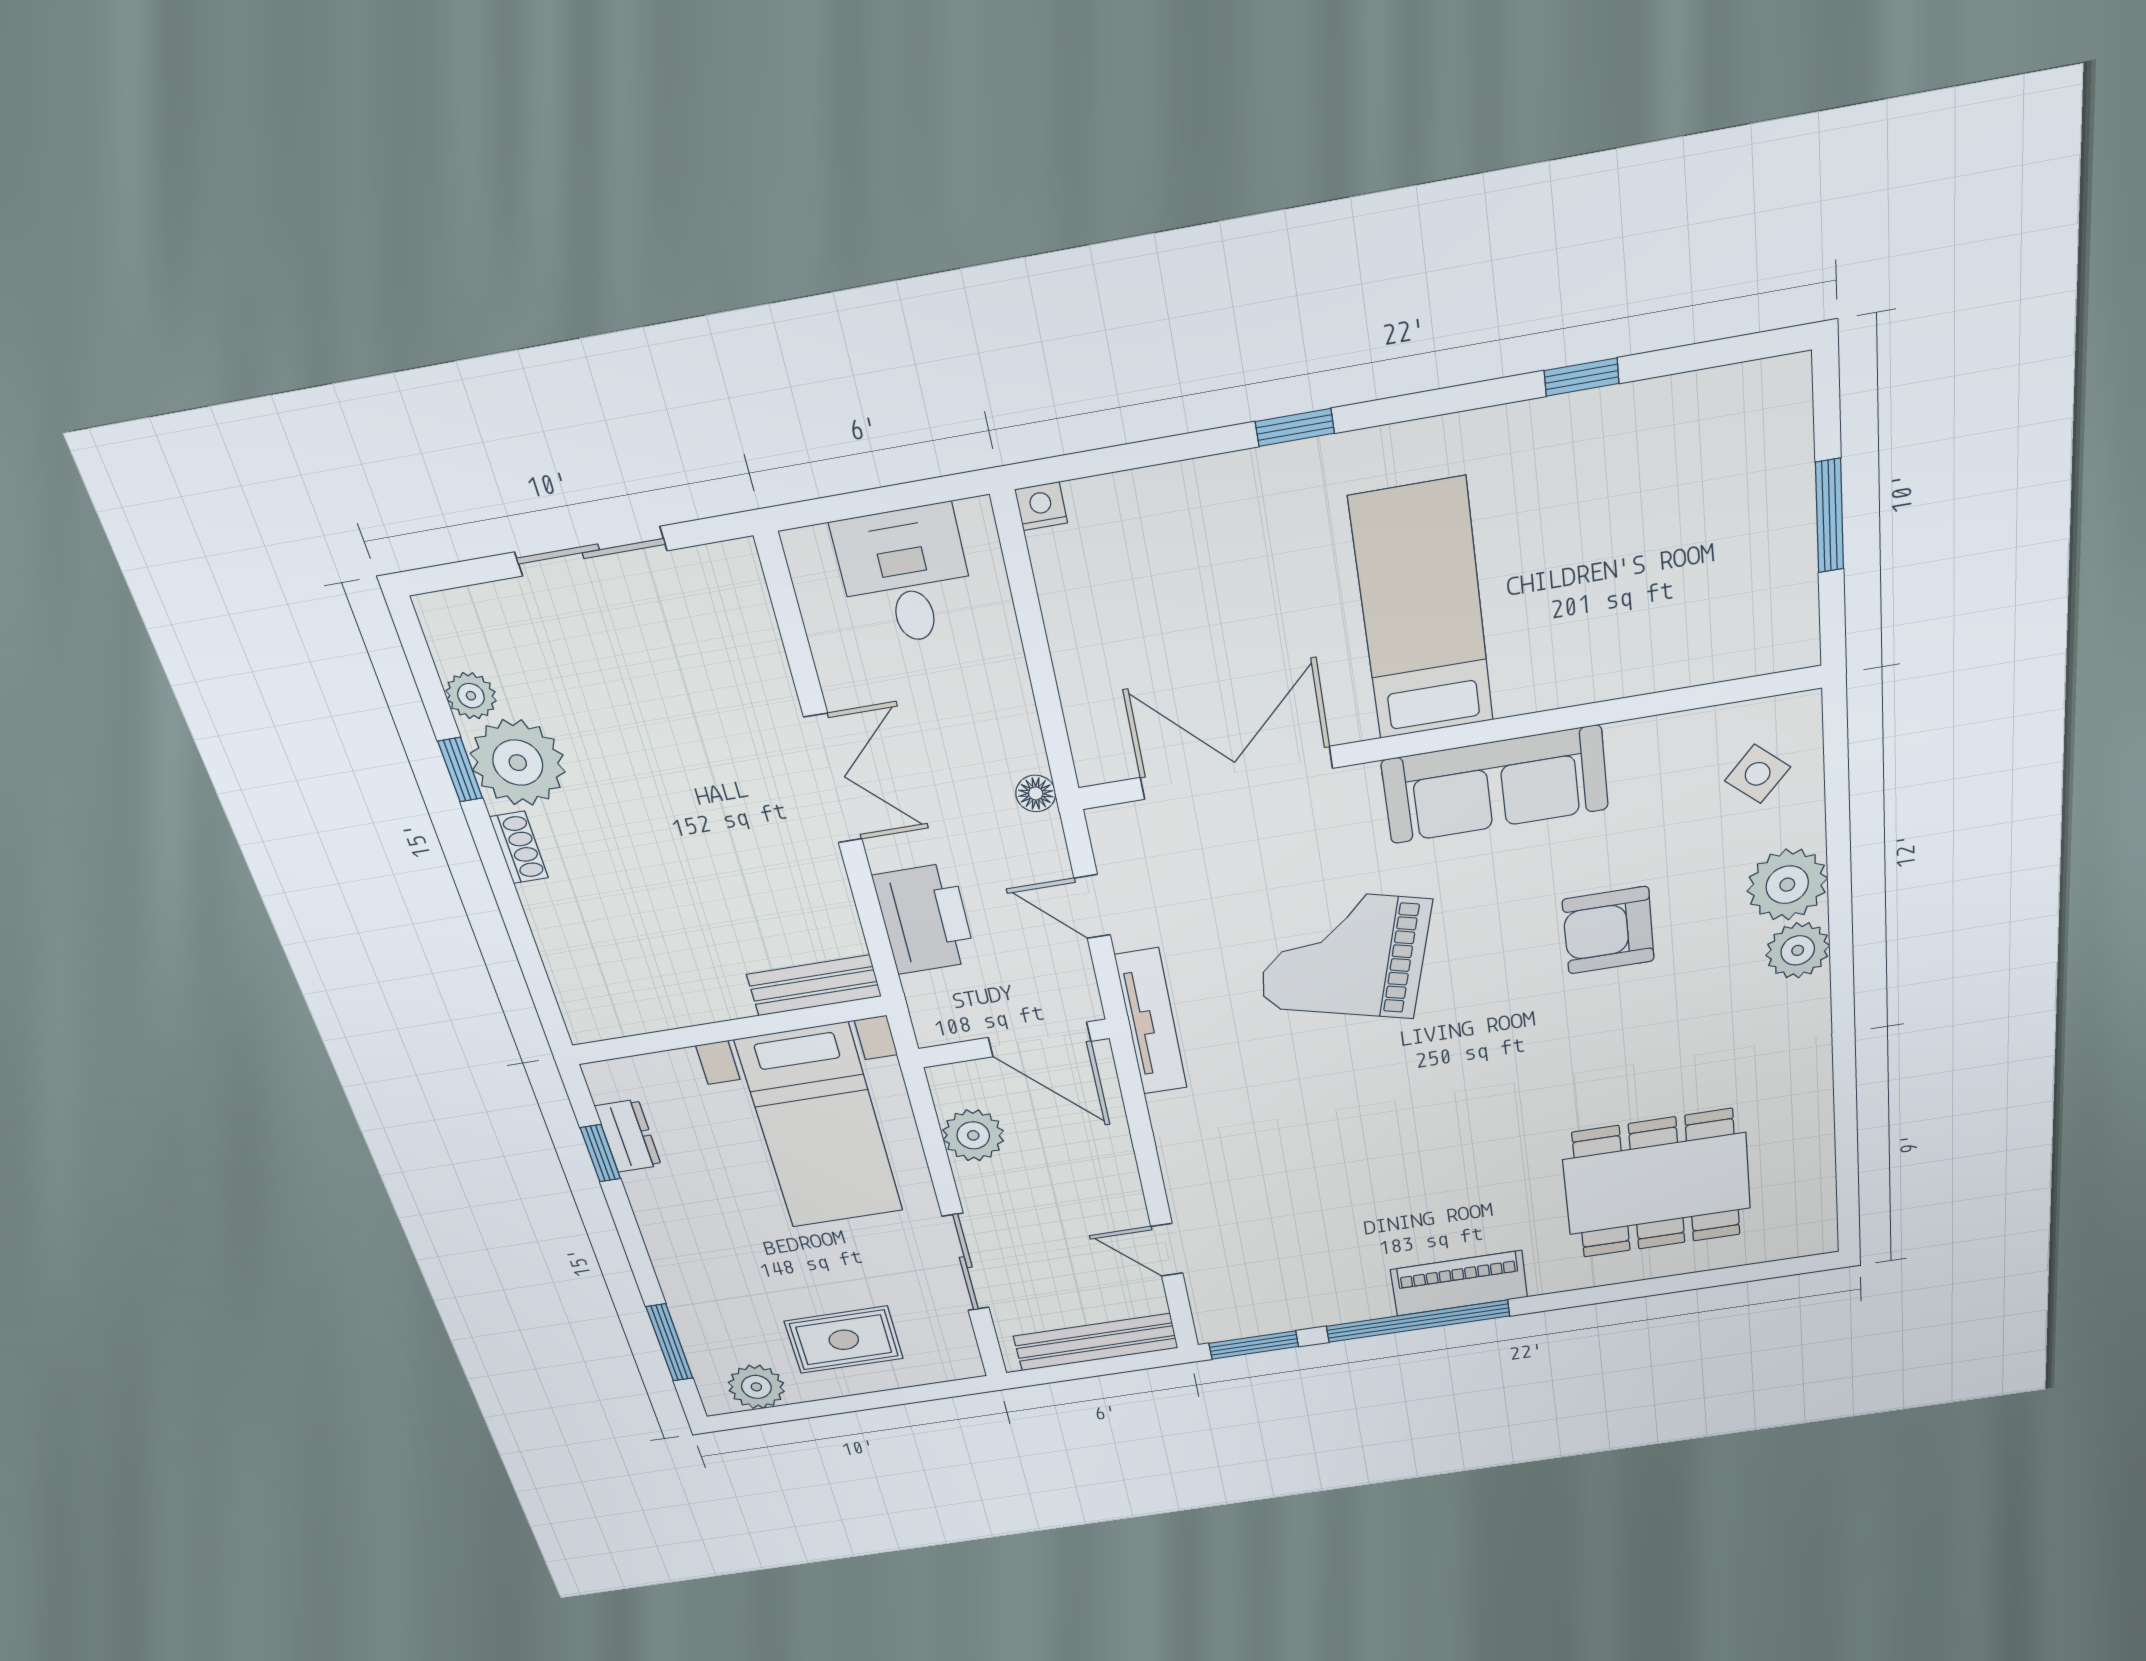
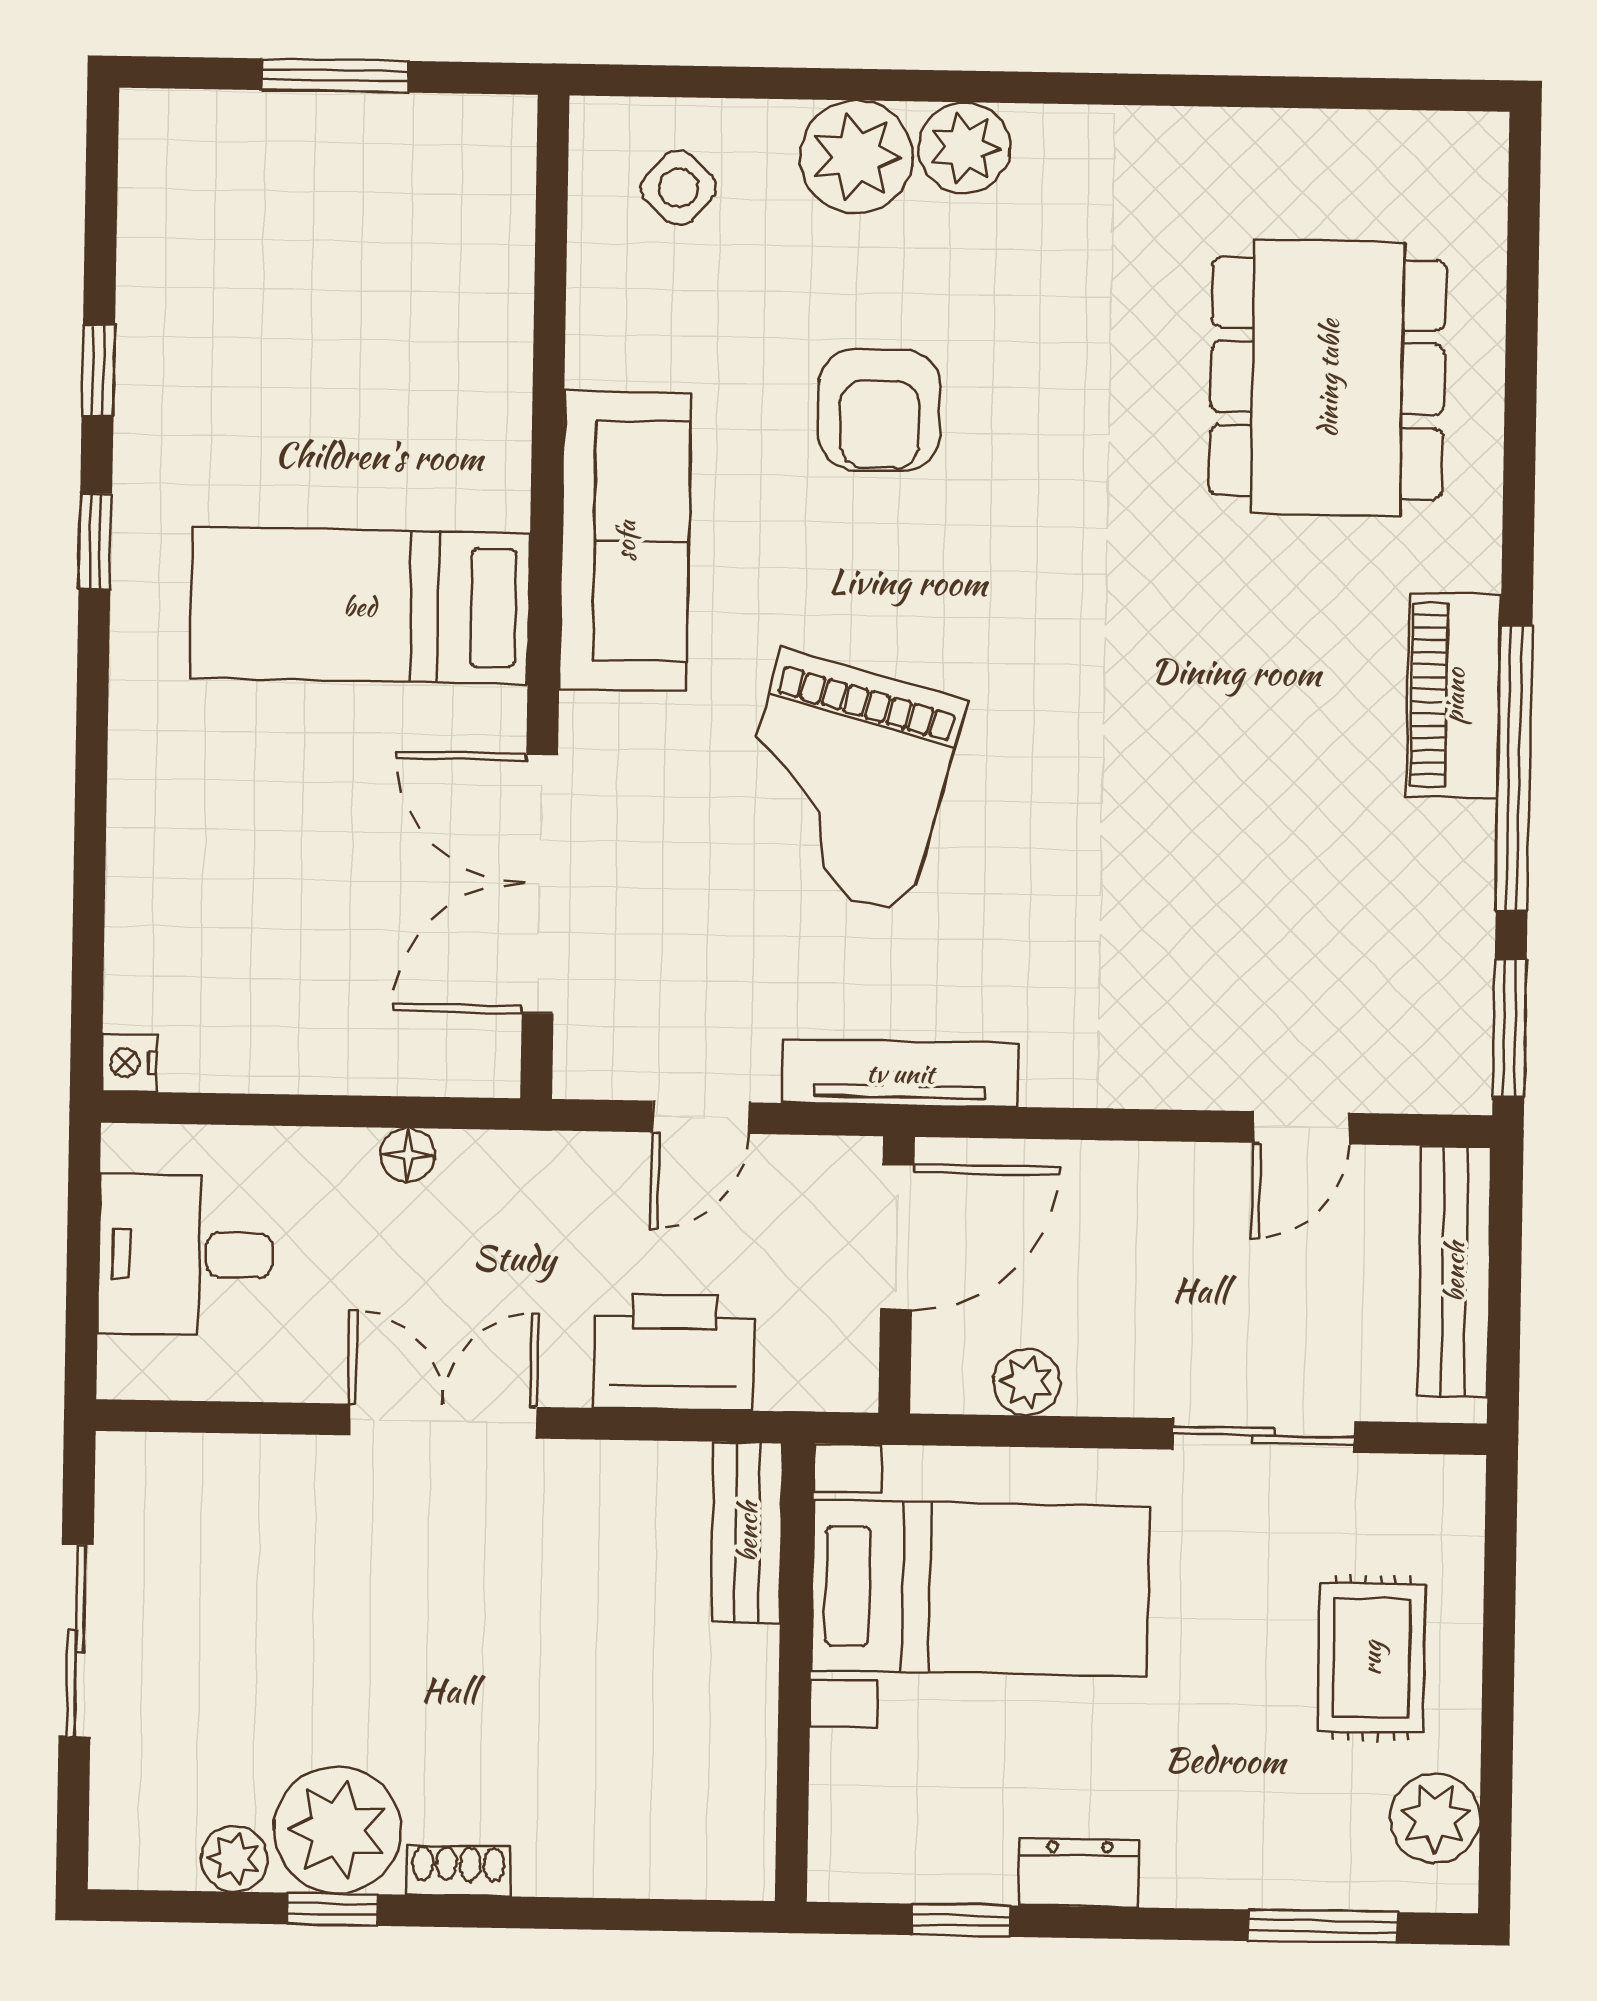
window: (1295, 427) -> (95, 541), moved
floor lamp: (1036, 793) -> (407, 1155), moved
plant: (973, 1135) -> (1027, 1382), width x0.73, depth x0.73
dresser: (628, 1136) -> (1080, 1873), moved

